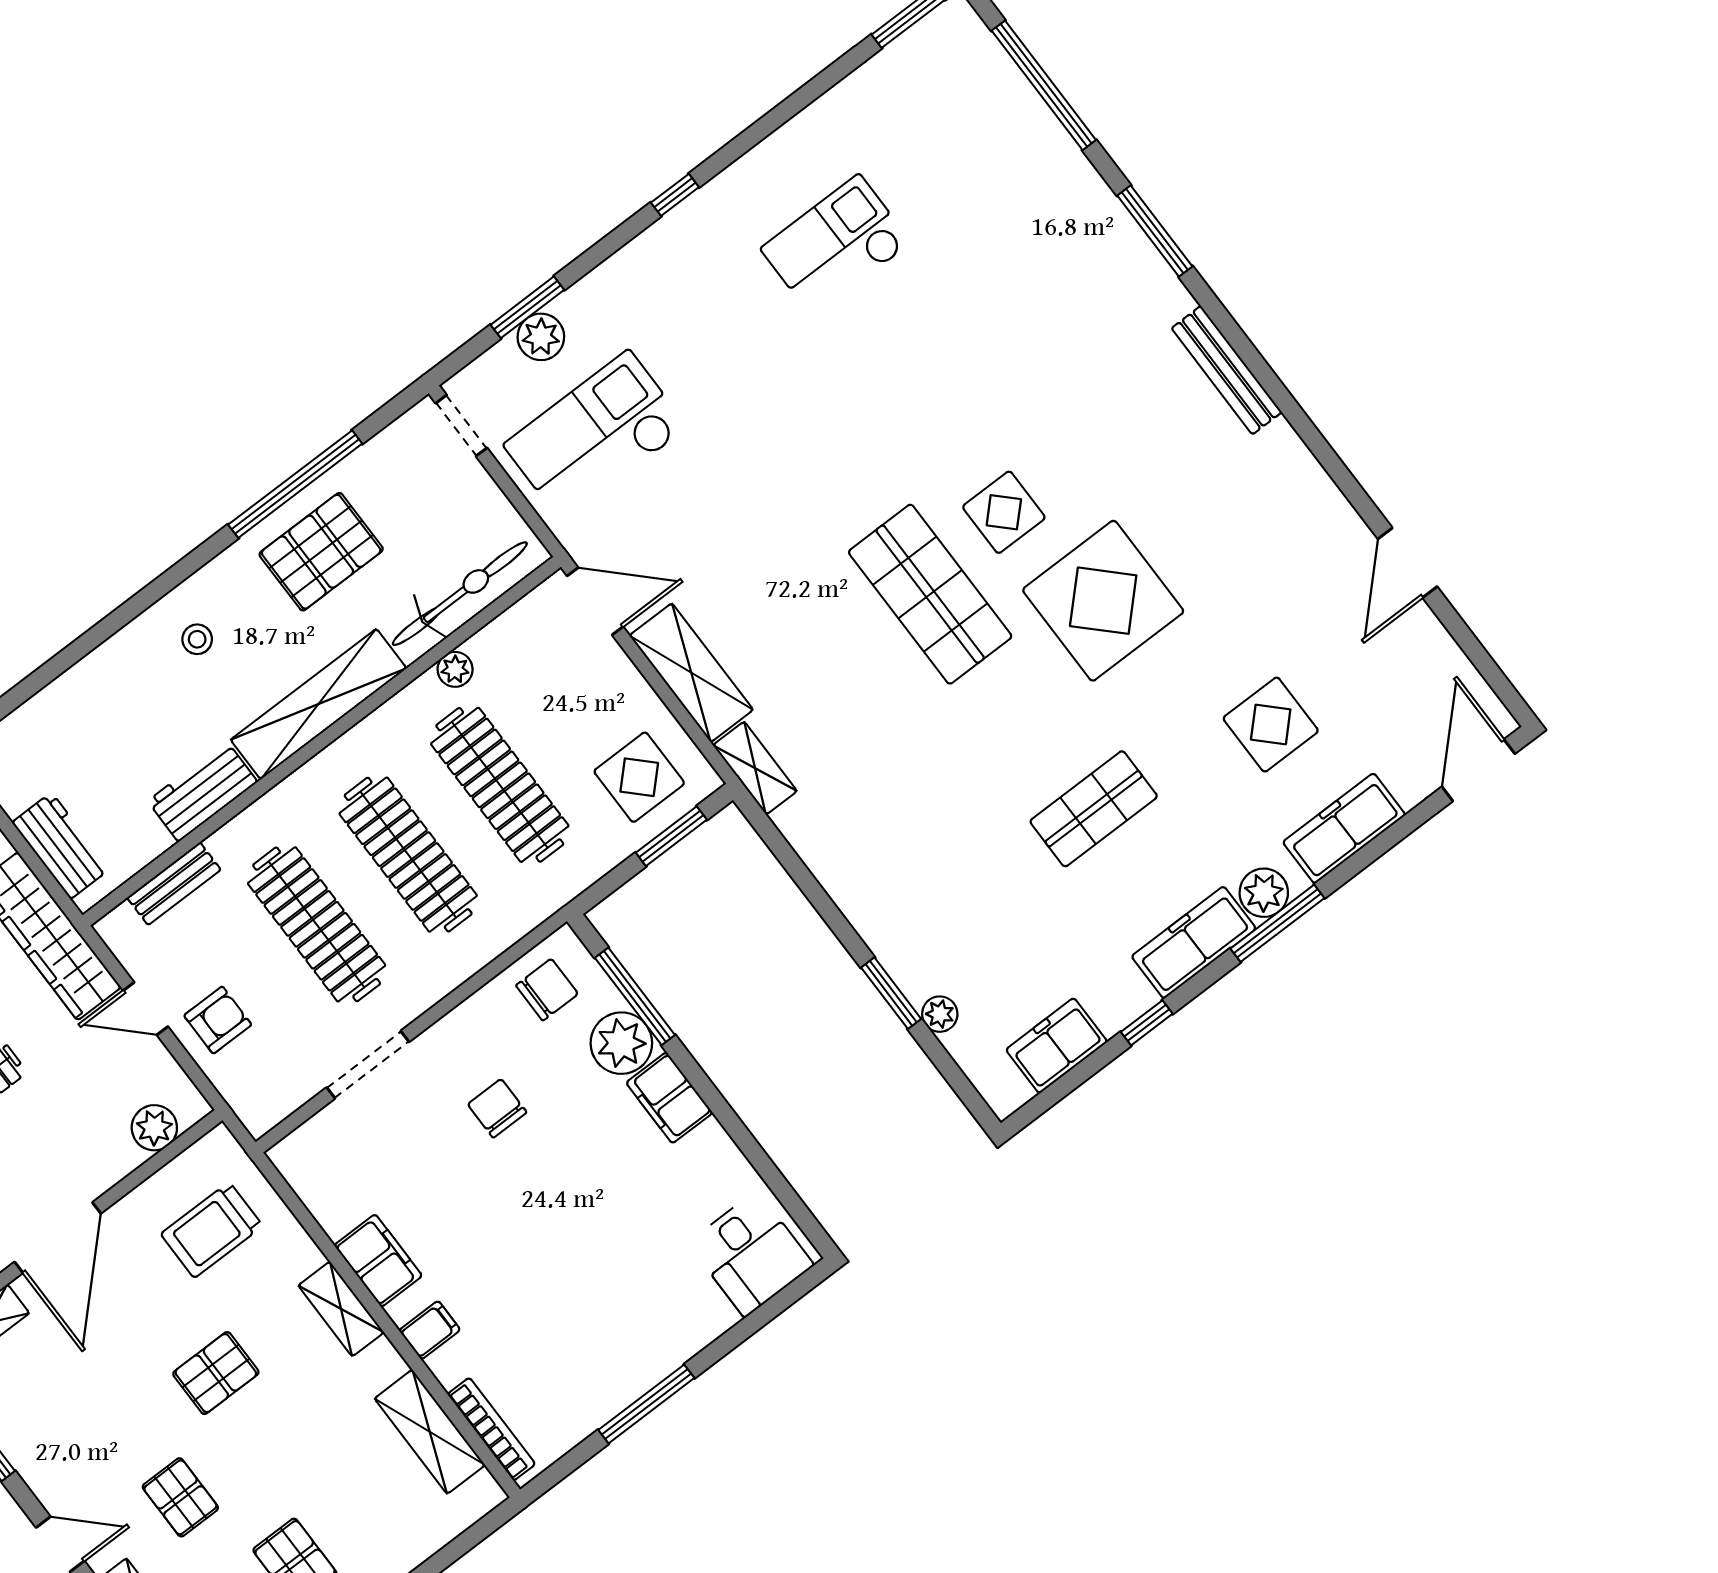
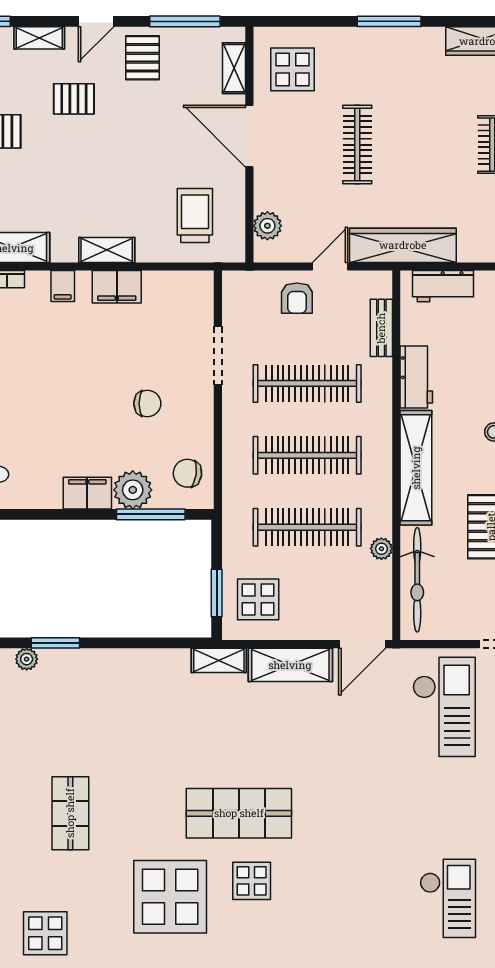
chair: (547, 990) -> (187, 473), turned 98
pallet: (216, 1373) -> (143, 58), moved

